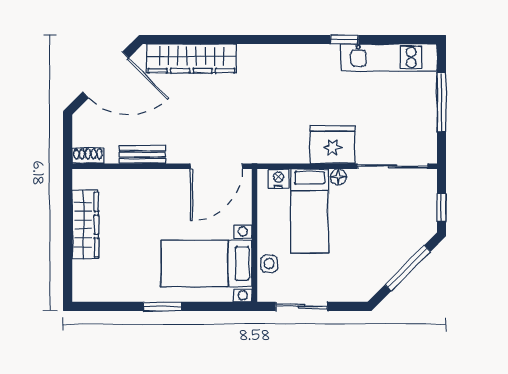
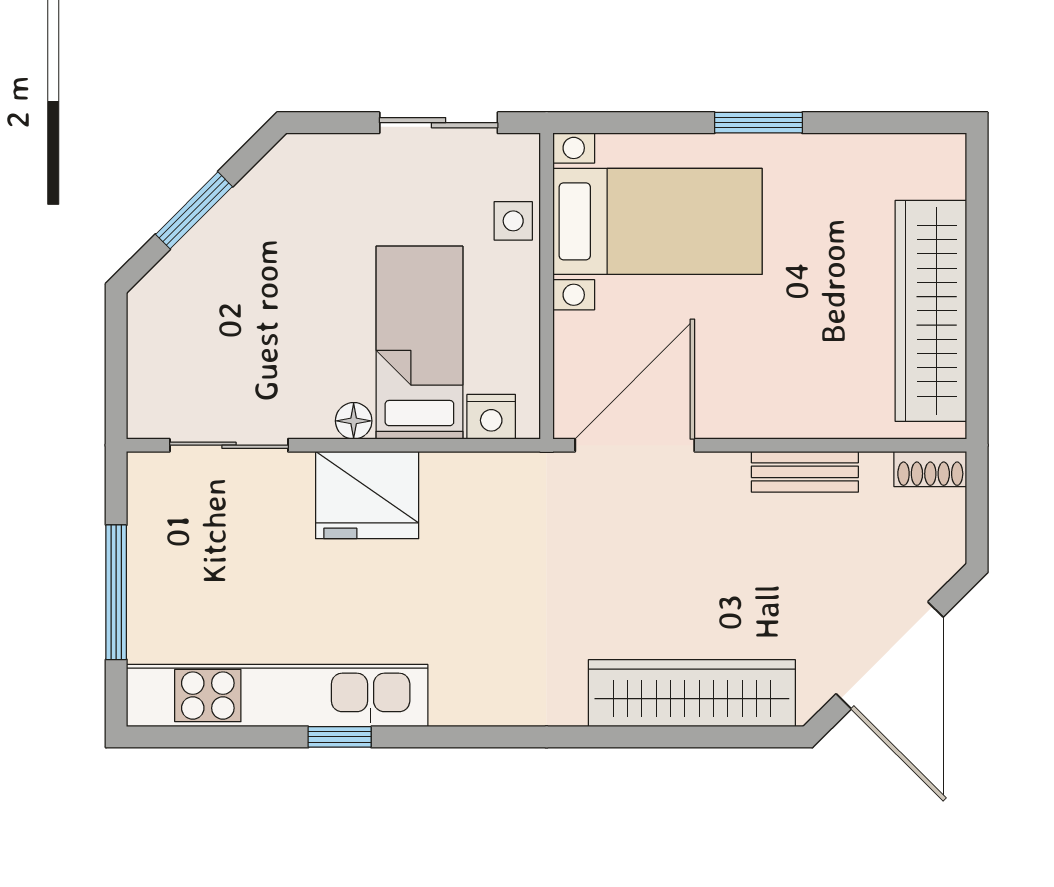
kitchen unit: (389, 57) -> (277, 696), width x1.36
door: (106, 75) -> (890, 655), swing flipped
sliding door: (392, 166) -> (229, 445), width x0.73
window: (441, 208) -> (116, 350), removed
wardrobe: (85, 225) -> (931, 311), width x1.40, depth x1.17
window: (408, 268) -> (194, 210), width x0.69

